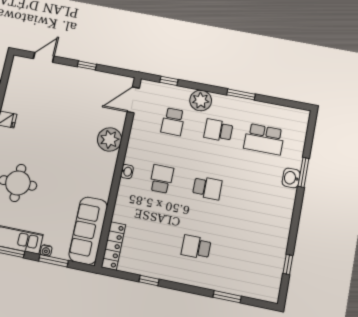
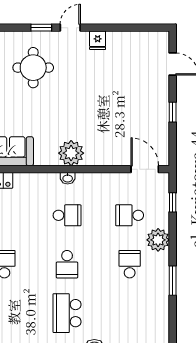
plant: (110, 139) -> (71, 153), moved
school desk: (264, 139) -> (67, 313), moved

